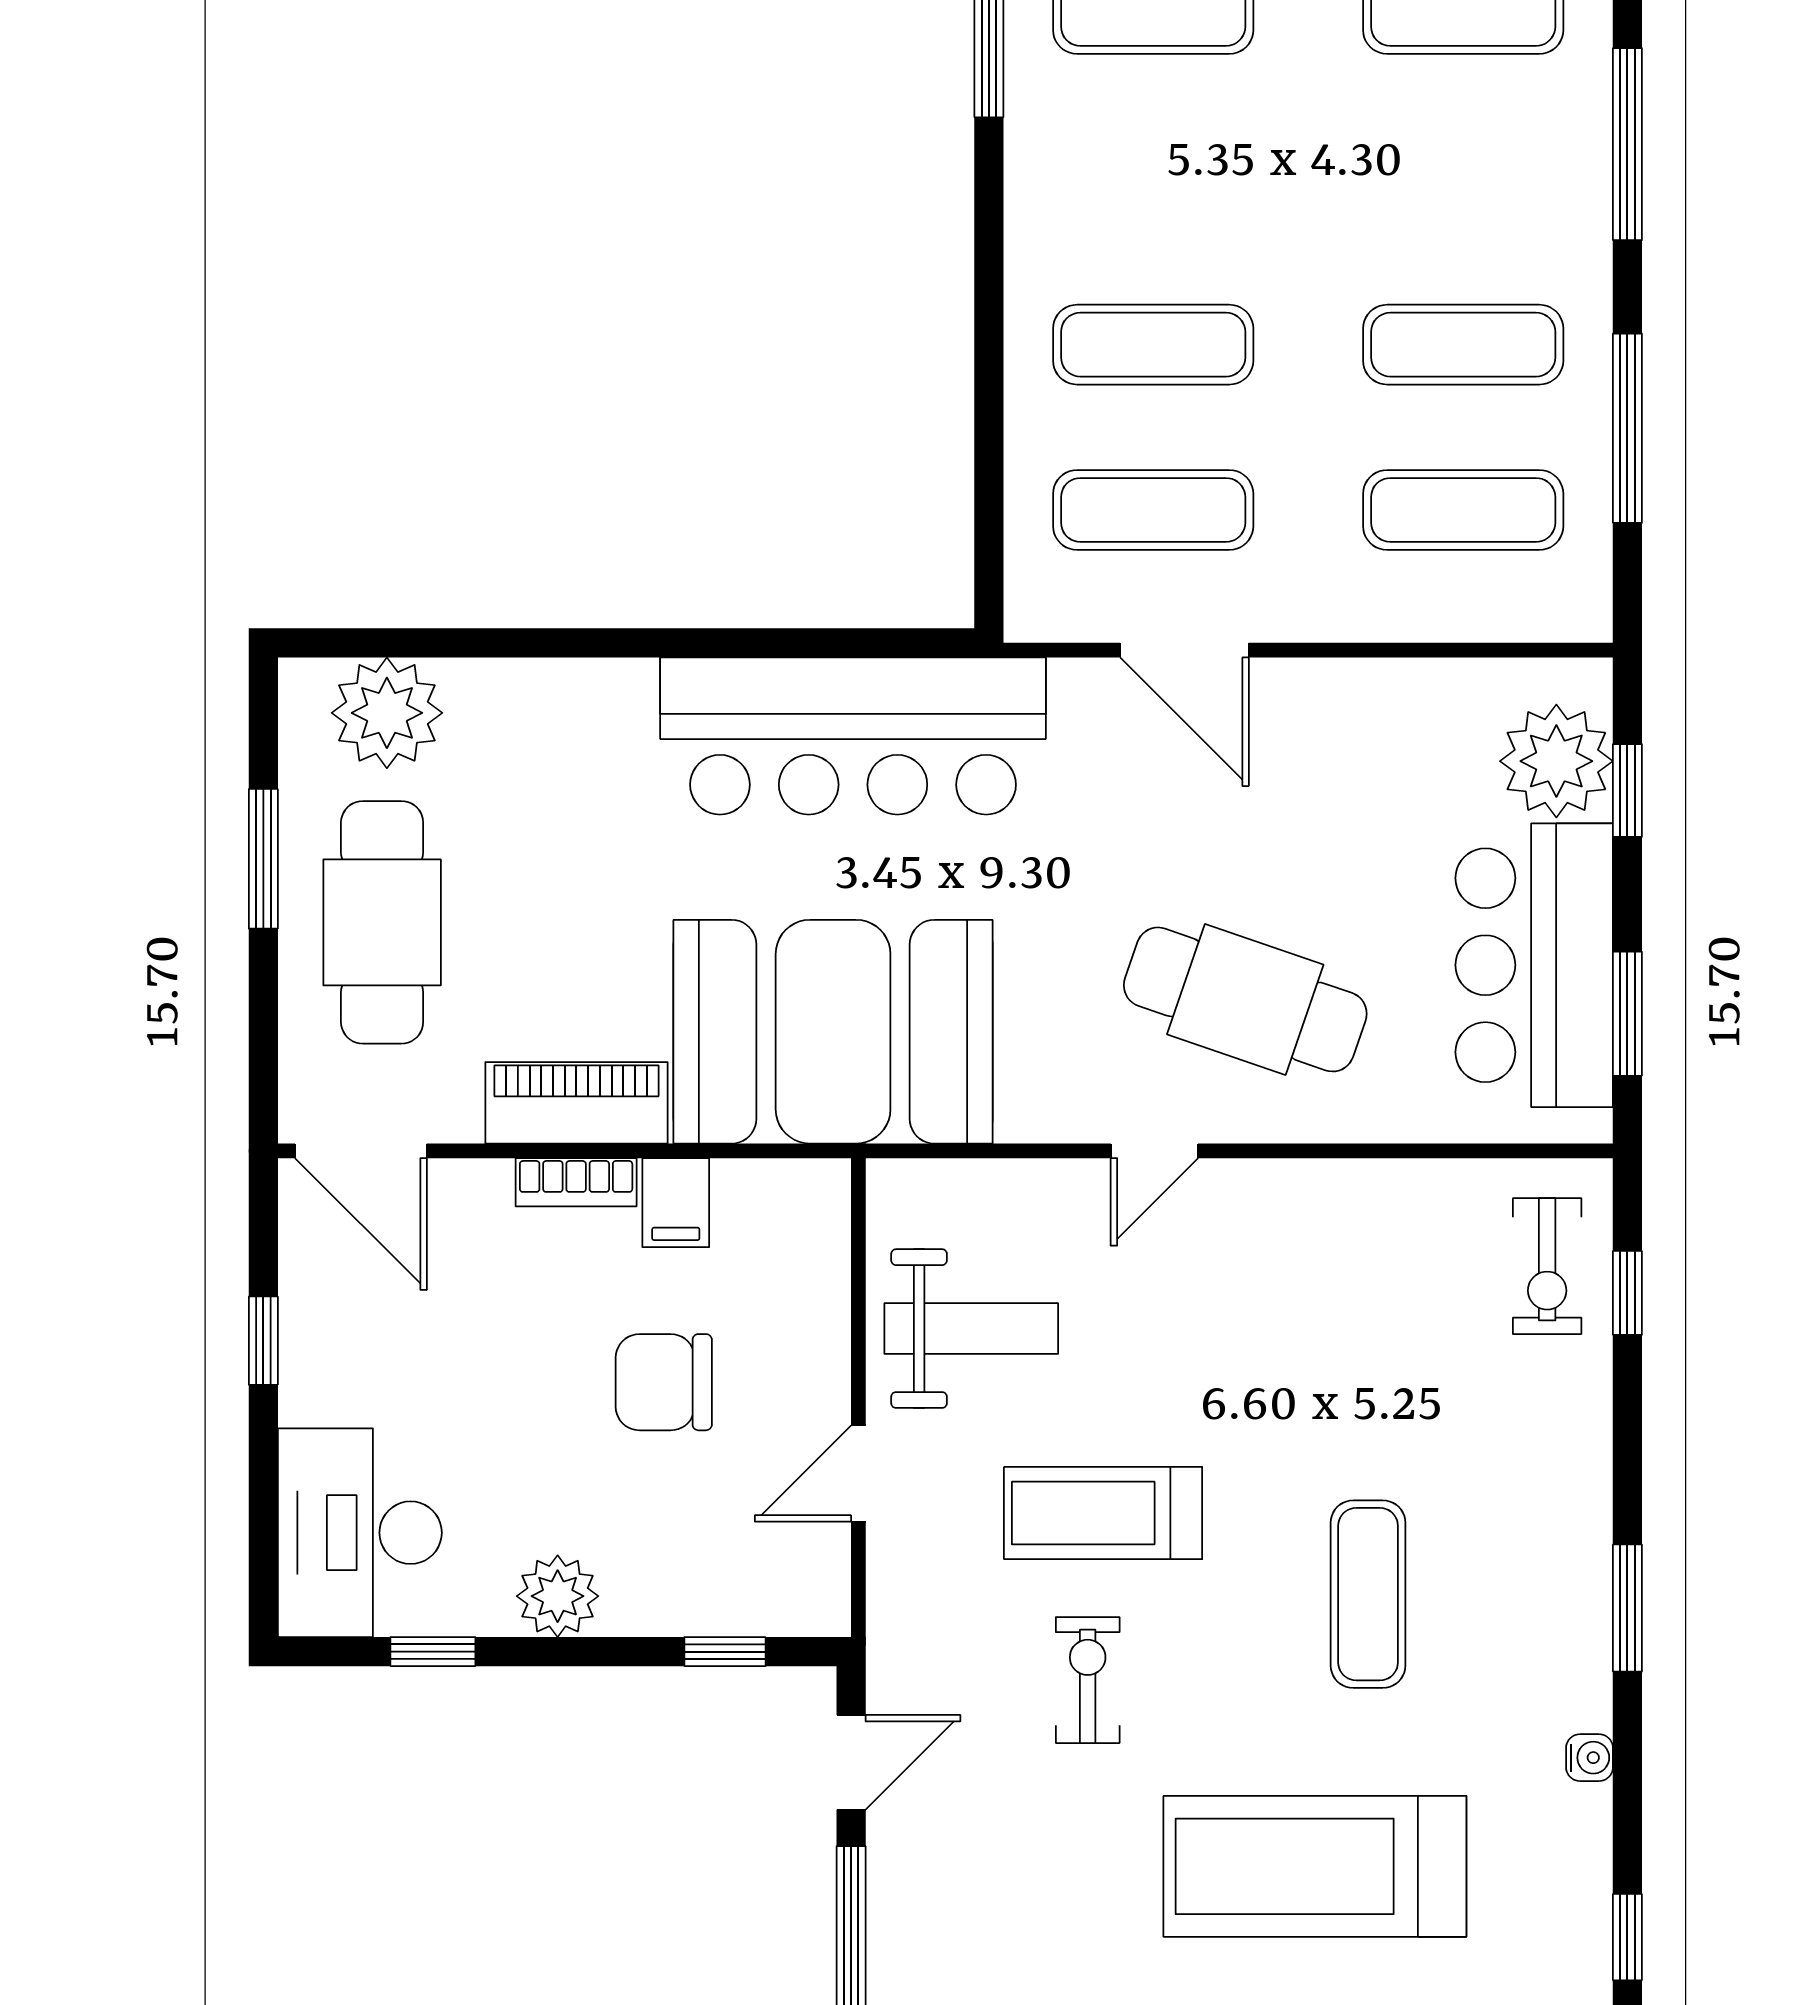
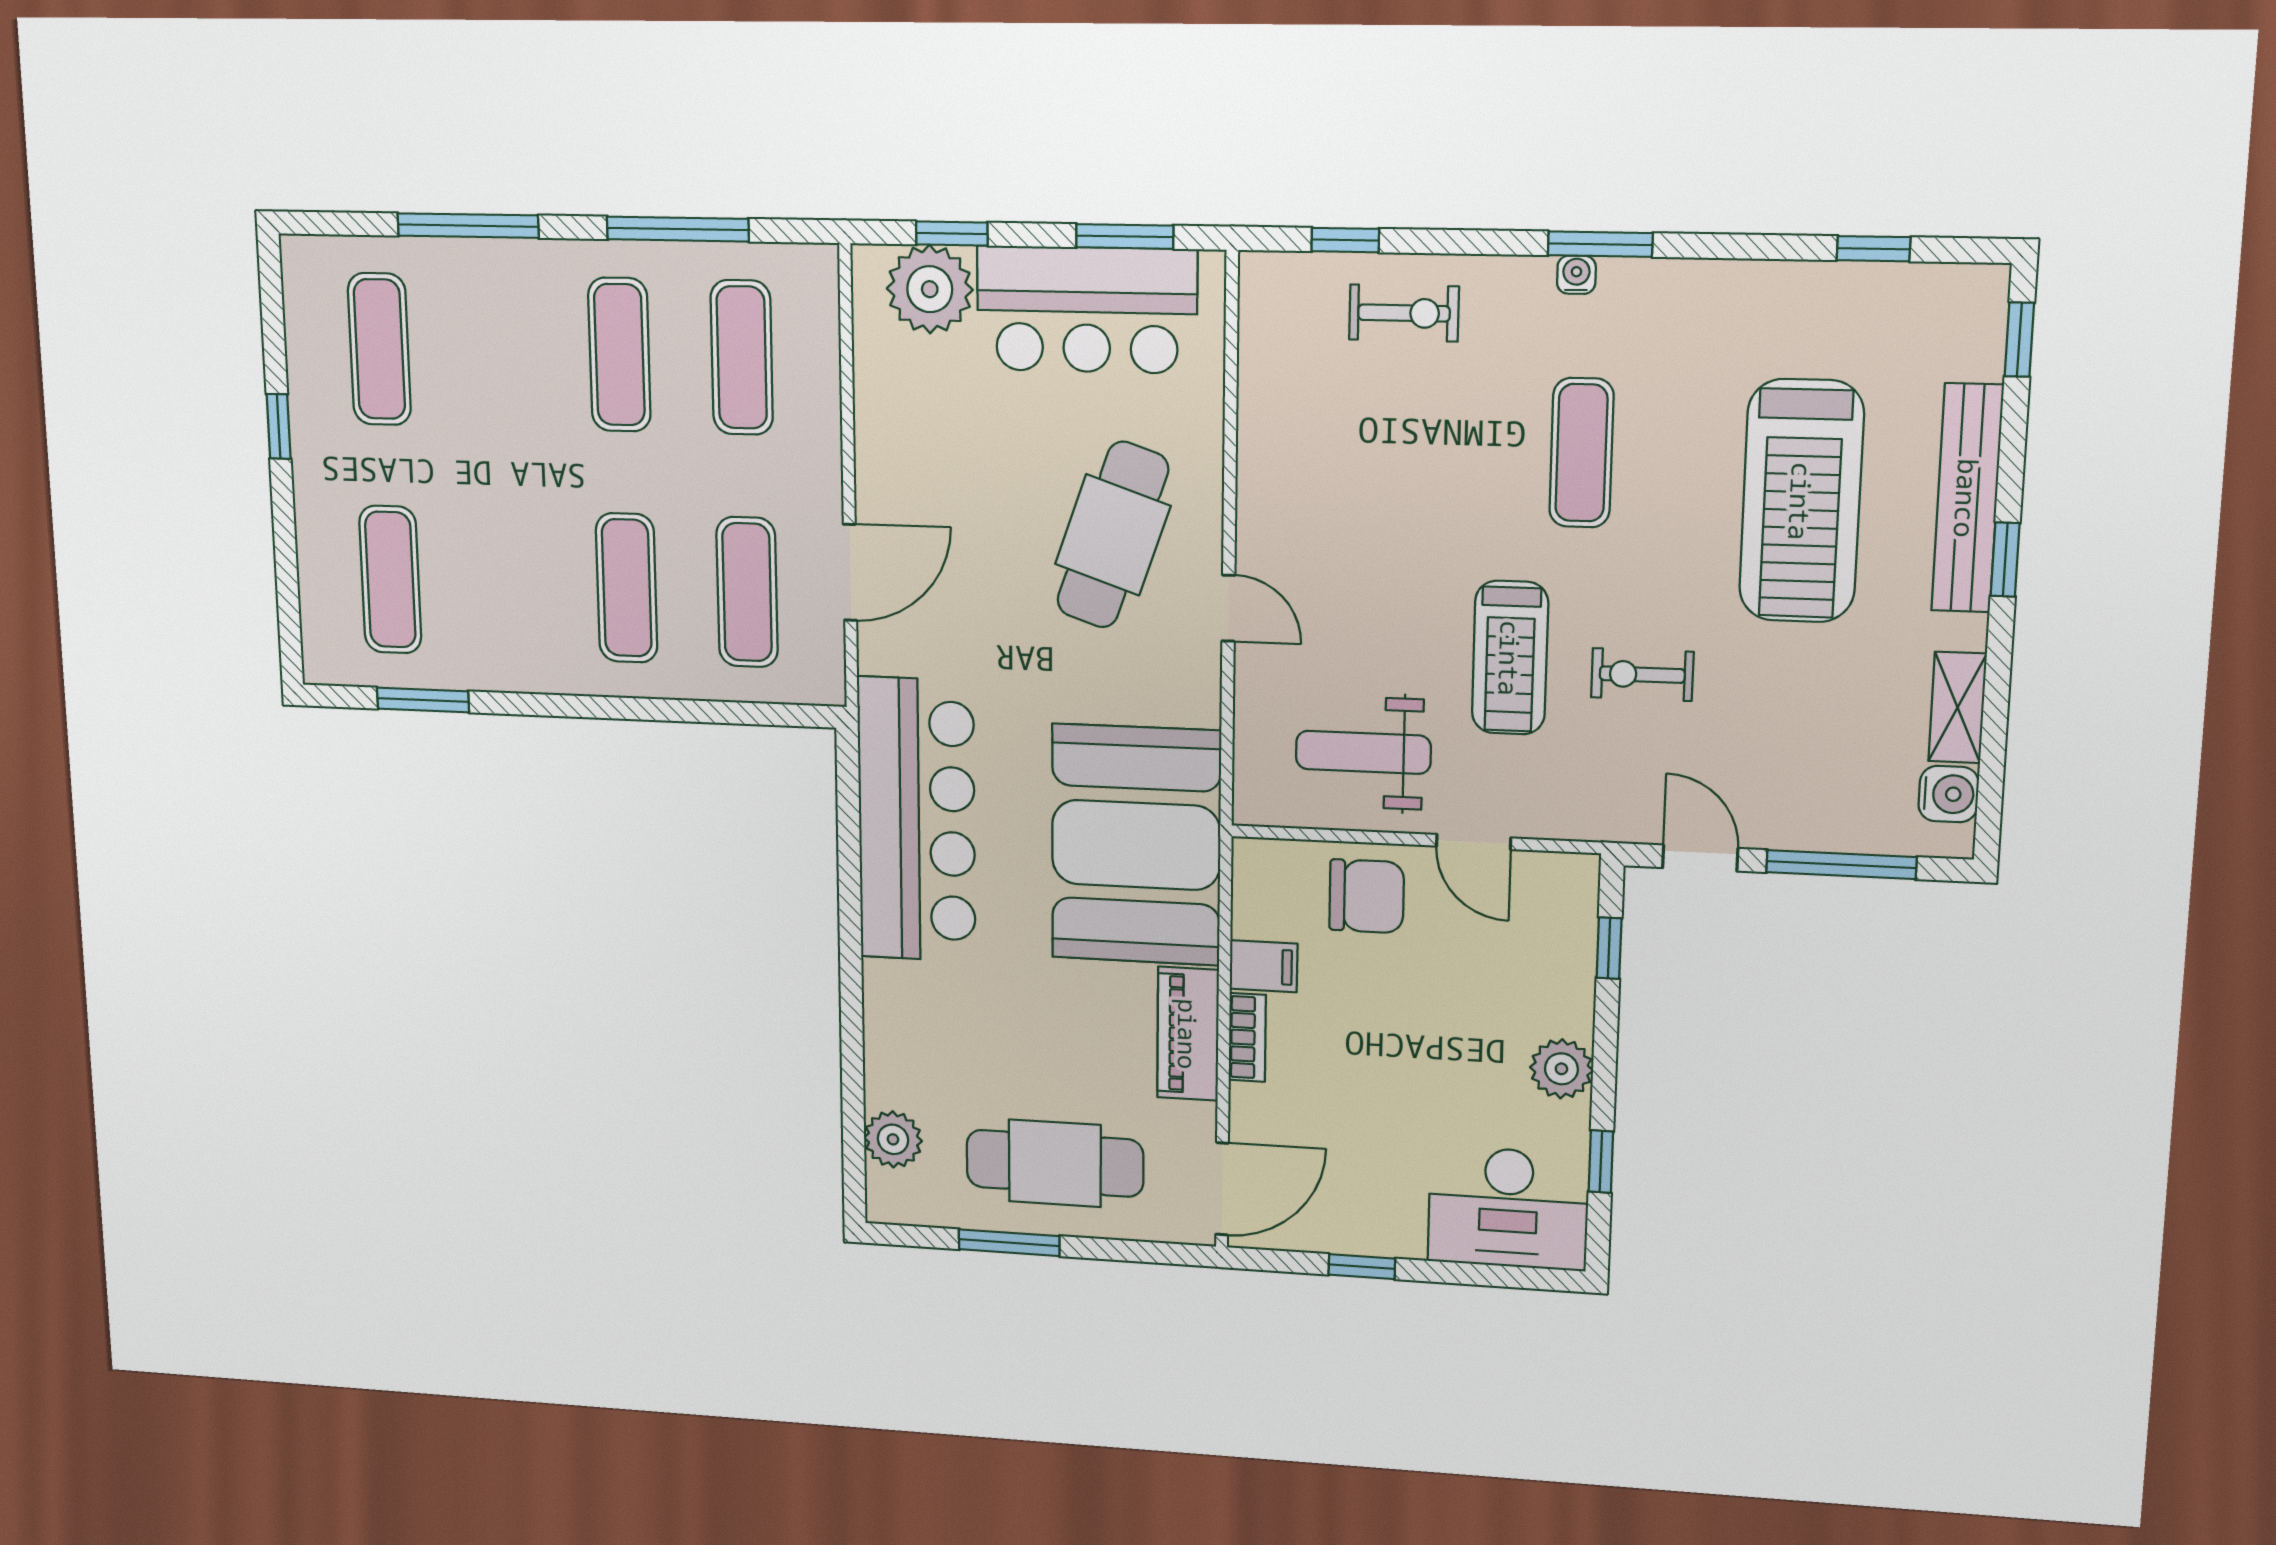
plant: (387, 713) -> (893, 1139), width x0.73, depth x0.73
exercise bike: (1547, 1266) -> (1404, 313), moved
weight bench: (971, 1329) -> (1363, 752), turned -90
chair: (664, 1382) -> (1367, 896), moved, turned -90
exercise mat: (1368, 1594) -> (1581, 453), turned 90
water cooler: (1590, 1758) -> (1576, 275), moved

